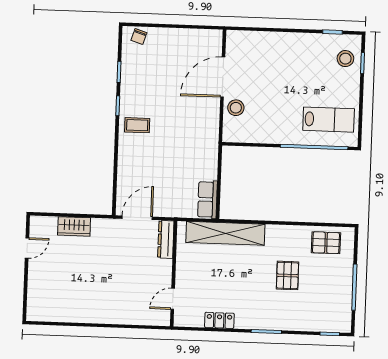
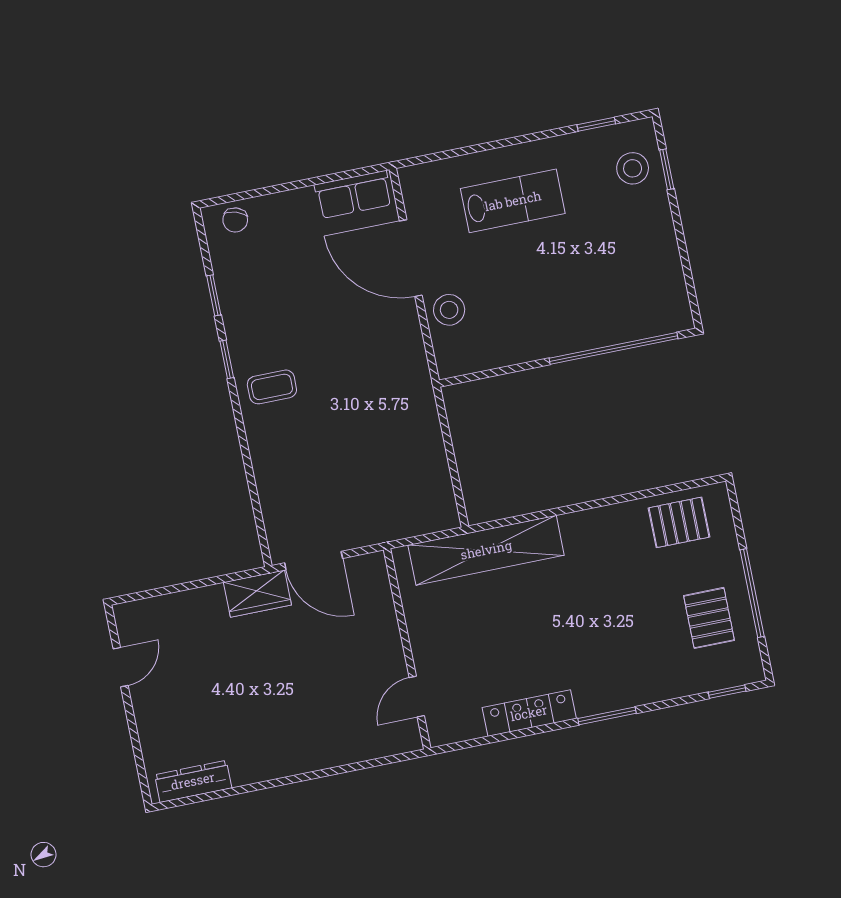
door: (223, 77) -> (411, 258), hinge flipped
lab bench: (329, 120) -> (513, 201), moved
row of seats: (207, 200) -> (354, 194), moved, turned -90
door: (137, 218) -> (314, 561), swing flipped
wardrobe: (74, 226) -> (257, 594), moved
dresser: (166, 239) -> (193, 781), moved, turned 90
pallet: (288, 275) -> (709, 618), moved
locker: (219, 320) -> (529, 713), width x1.53

